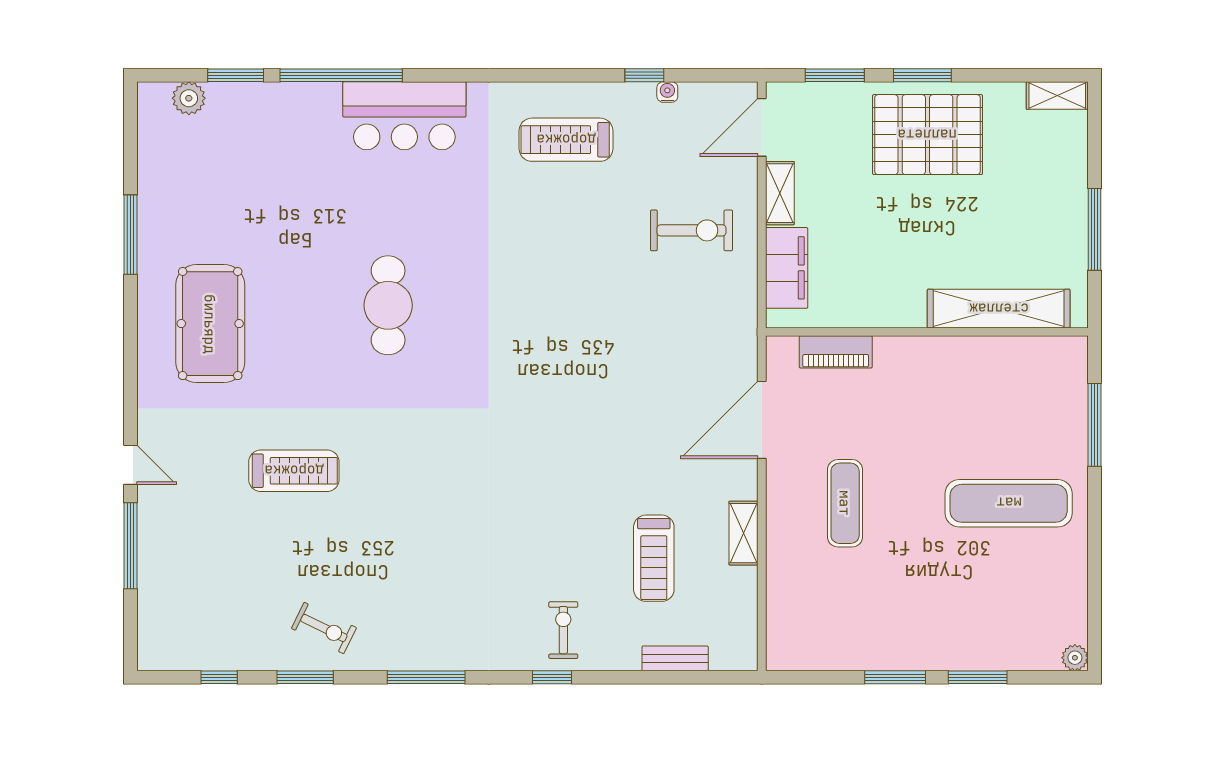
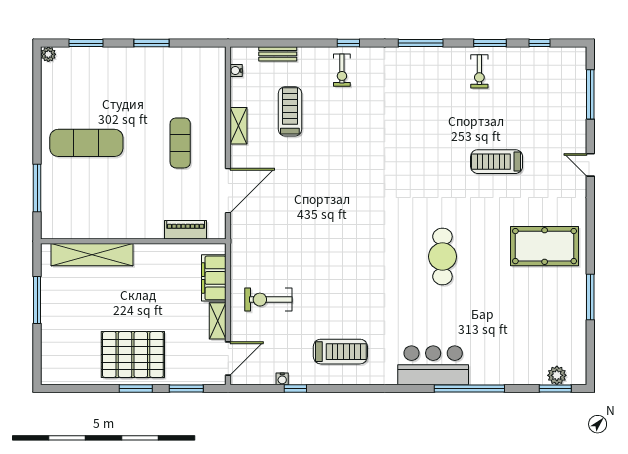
window: (236, 75) -> (555, 389), moved
shelving: (1057, 96) -> (58, 377), removed
pool table: (210, 324) -> (545, 246), turned 90
window: (131, 546) -> (590, 94), moved
exercise bike: (324, 628) -> (479, 71), turned -116
water cooler: (747, 629) -> (236, 70), added
window: (978, 677) -> (86, 43), moved

